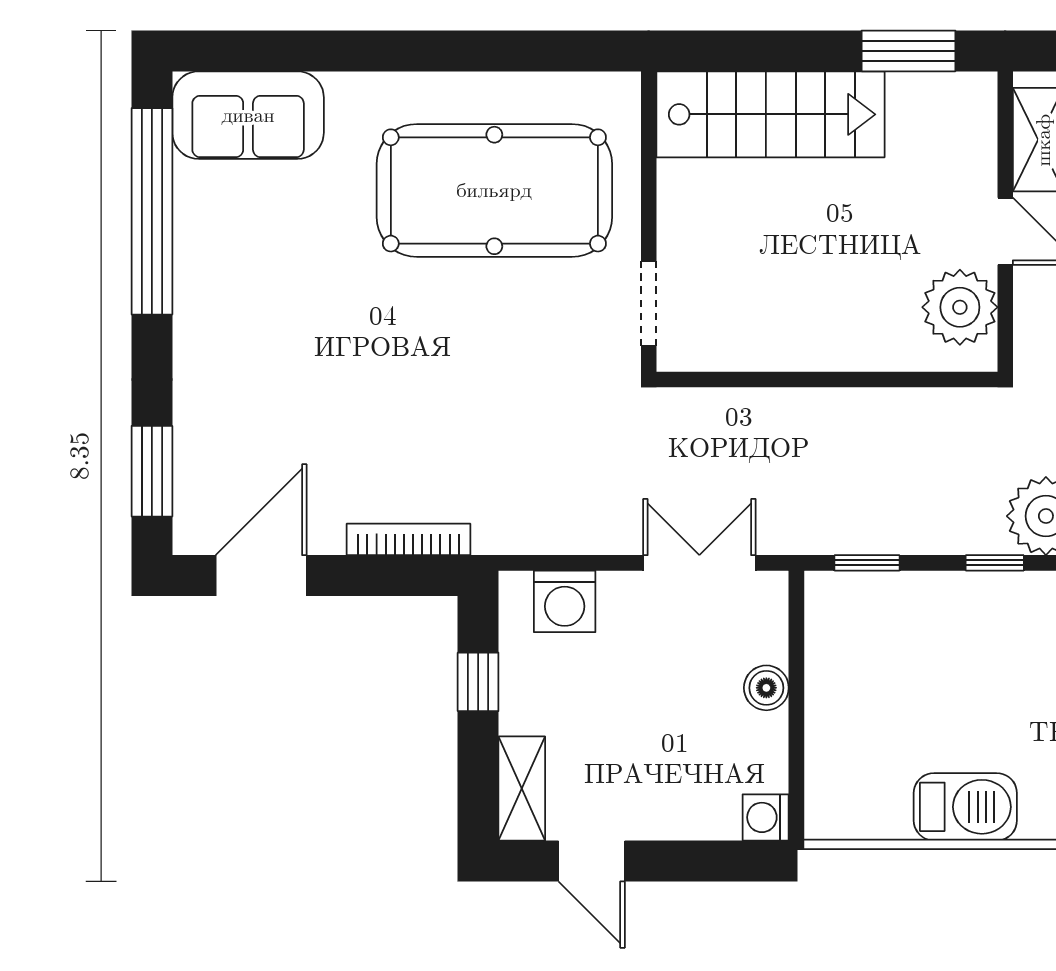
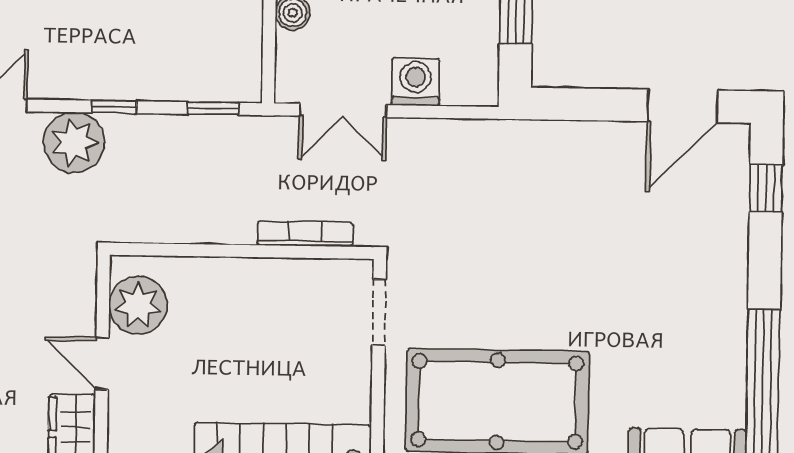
window: (152, 471) -> (766, 188), width x0.67
bookcase: (409, 539) -> (305, 234), moved, turned 180
washing machine: (565, 601) -> (416, 82), moved

